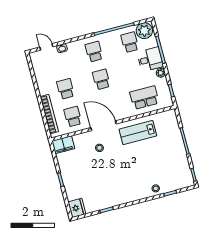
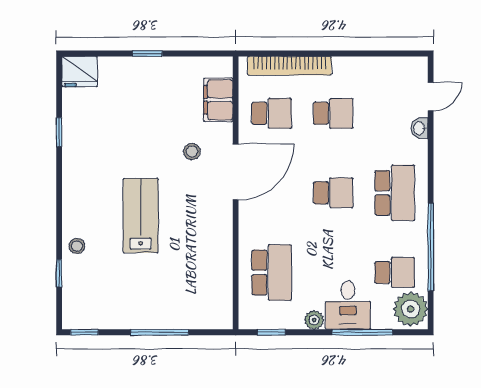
school desk: (94, 52) -> (395, 193), width x1.85
lab bench: (138, 133) -> (141, 216), moved
filing cabinet: (63, 145) -> (218, 100), moved

